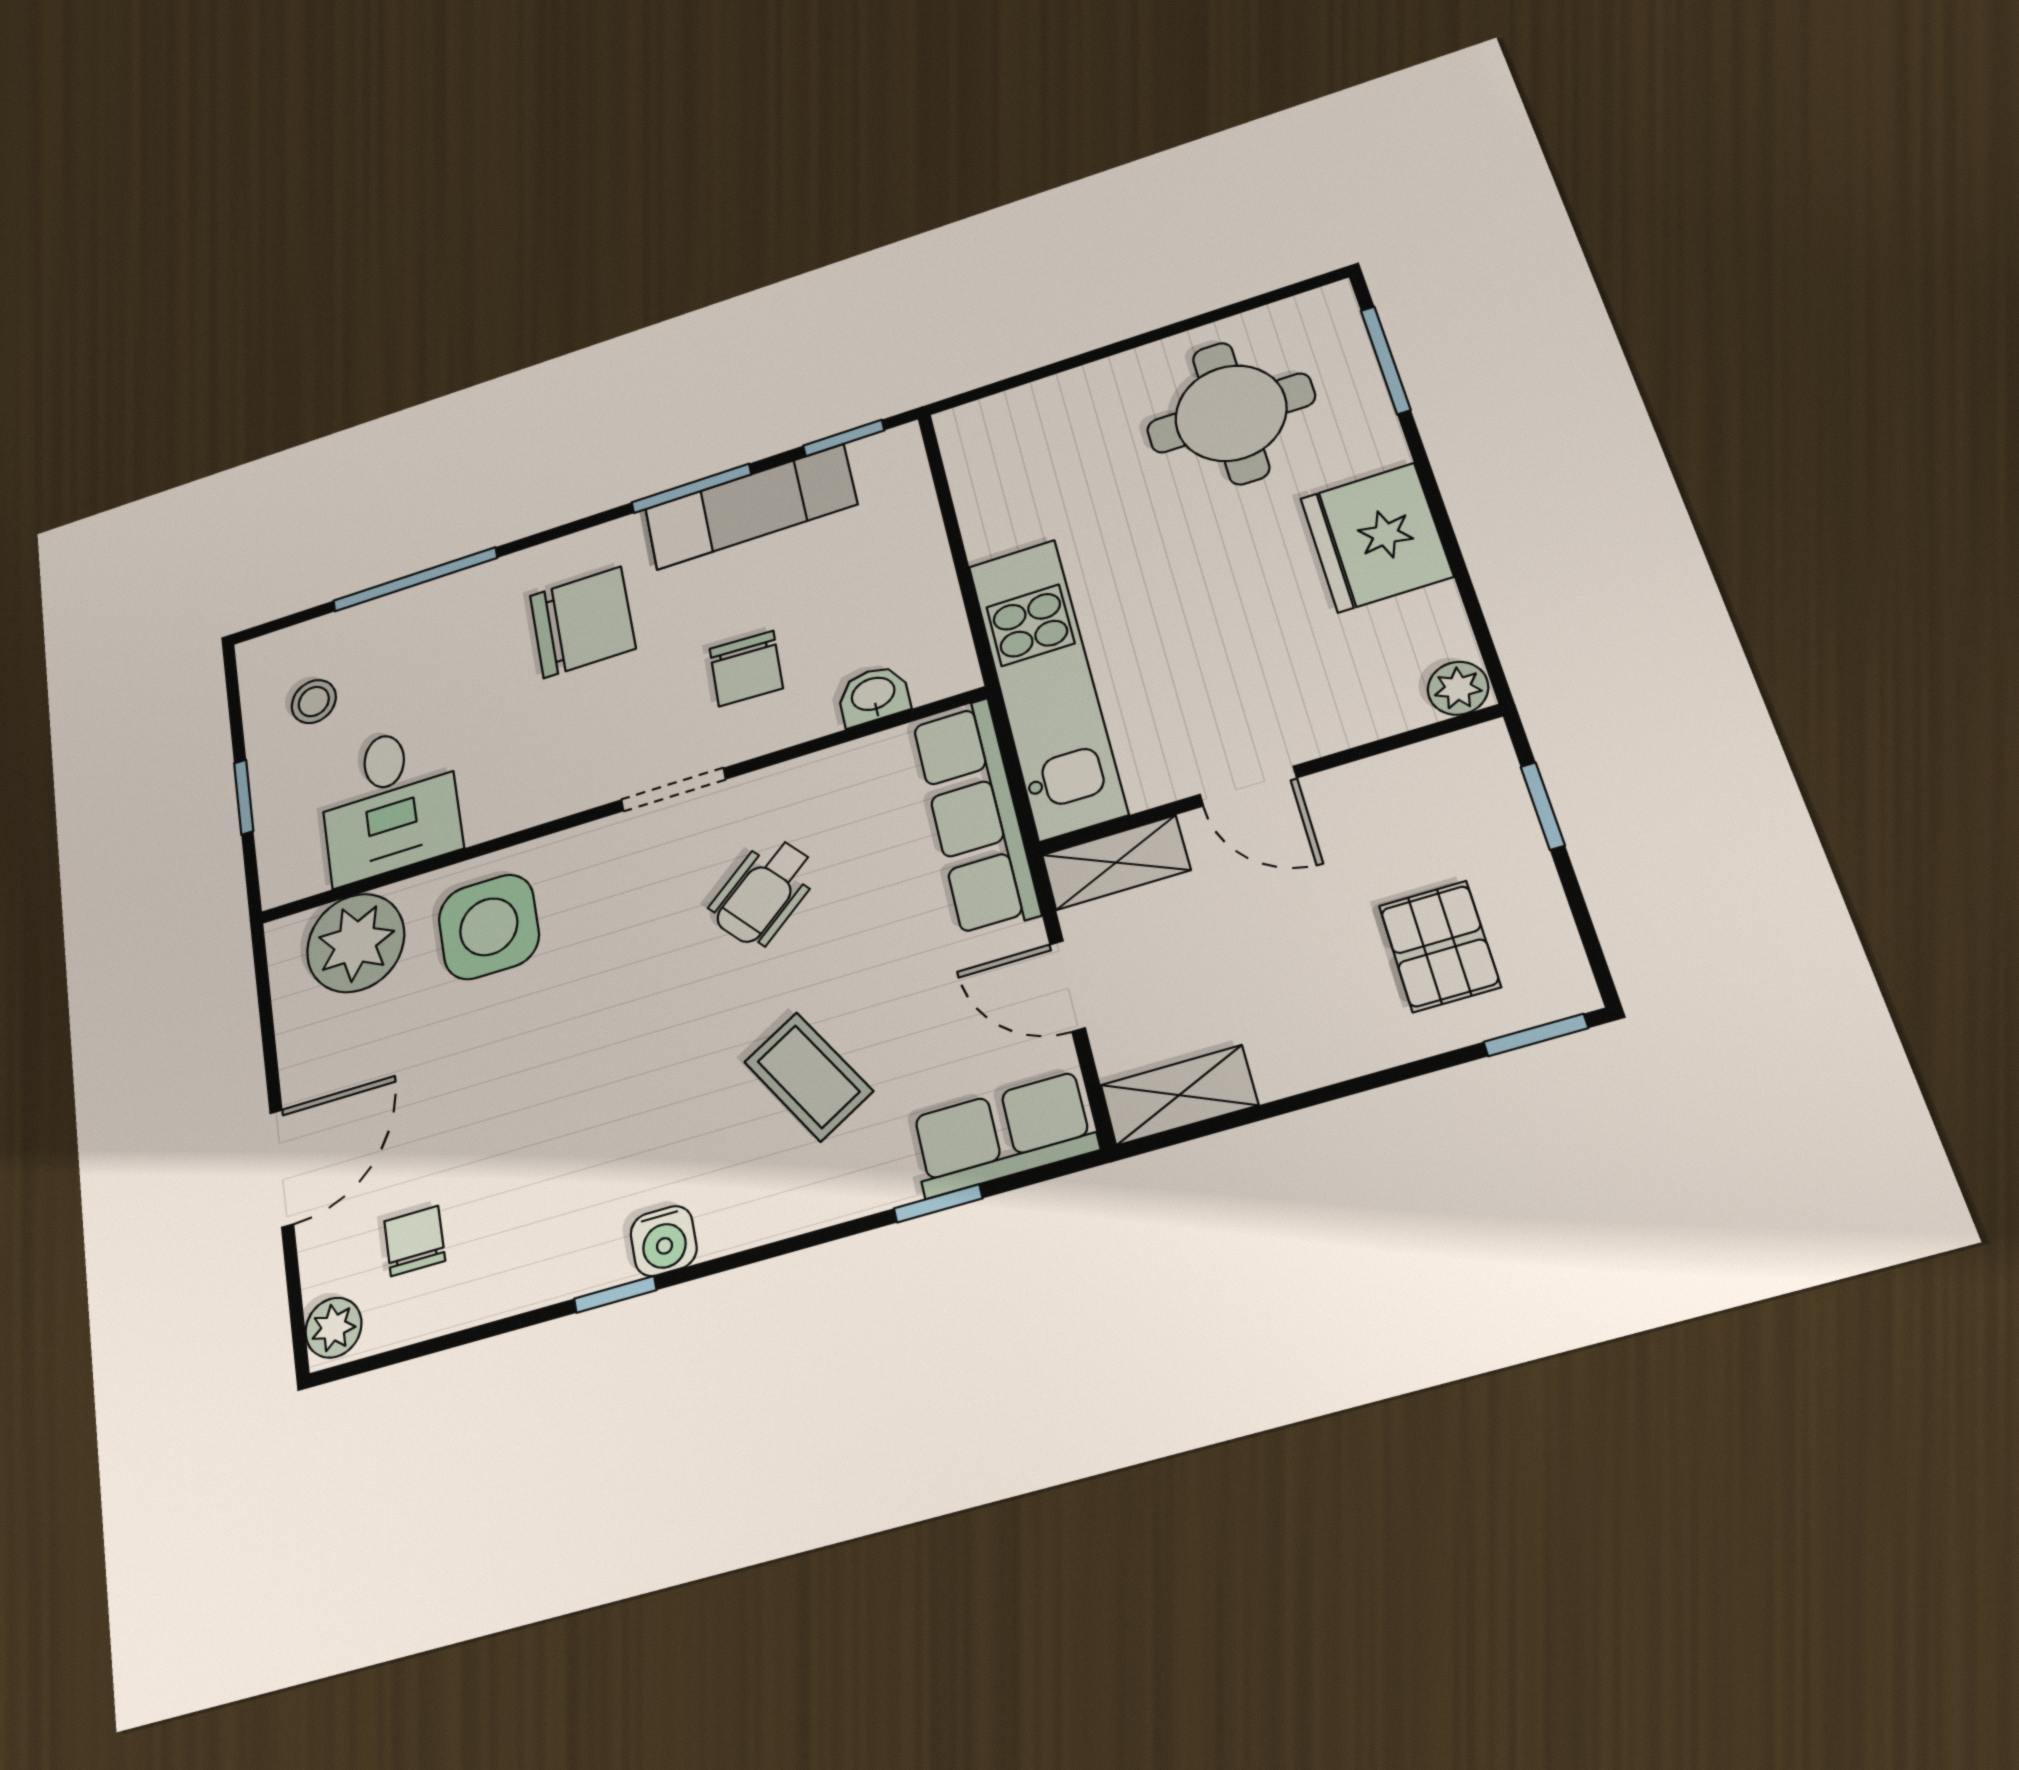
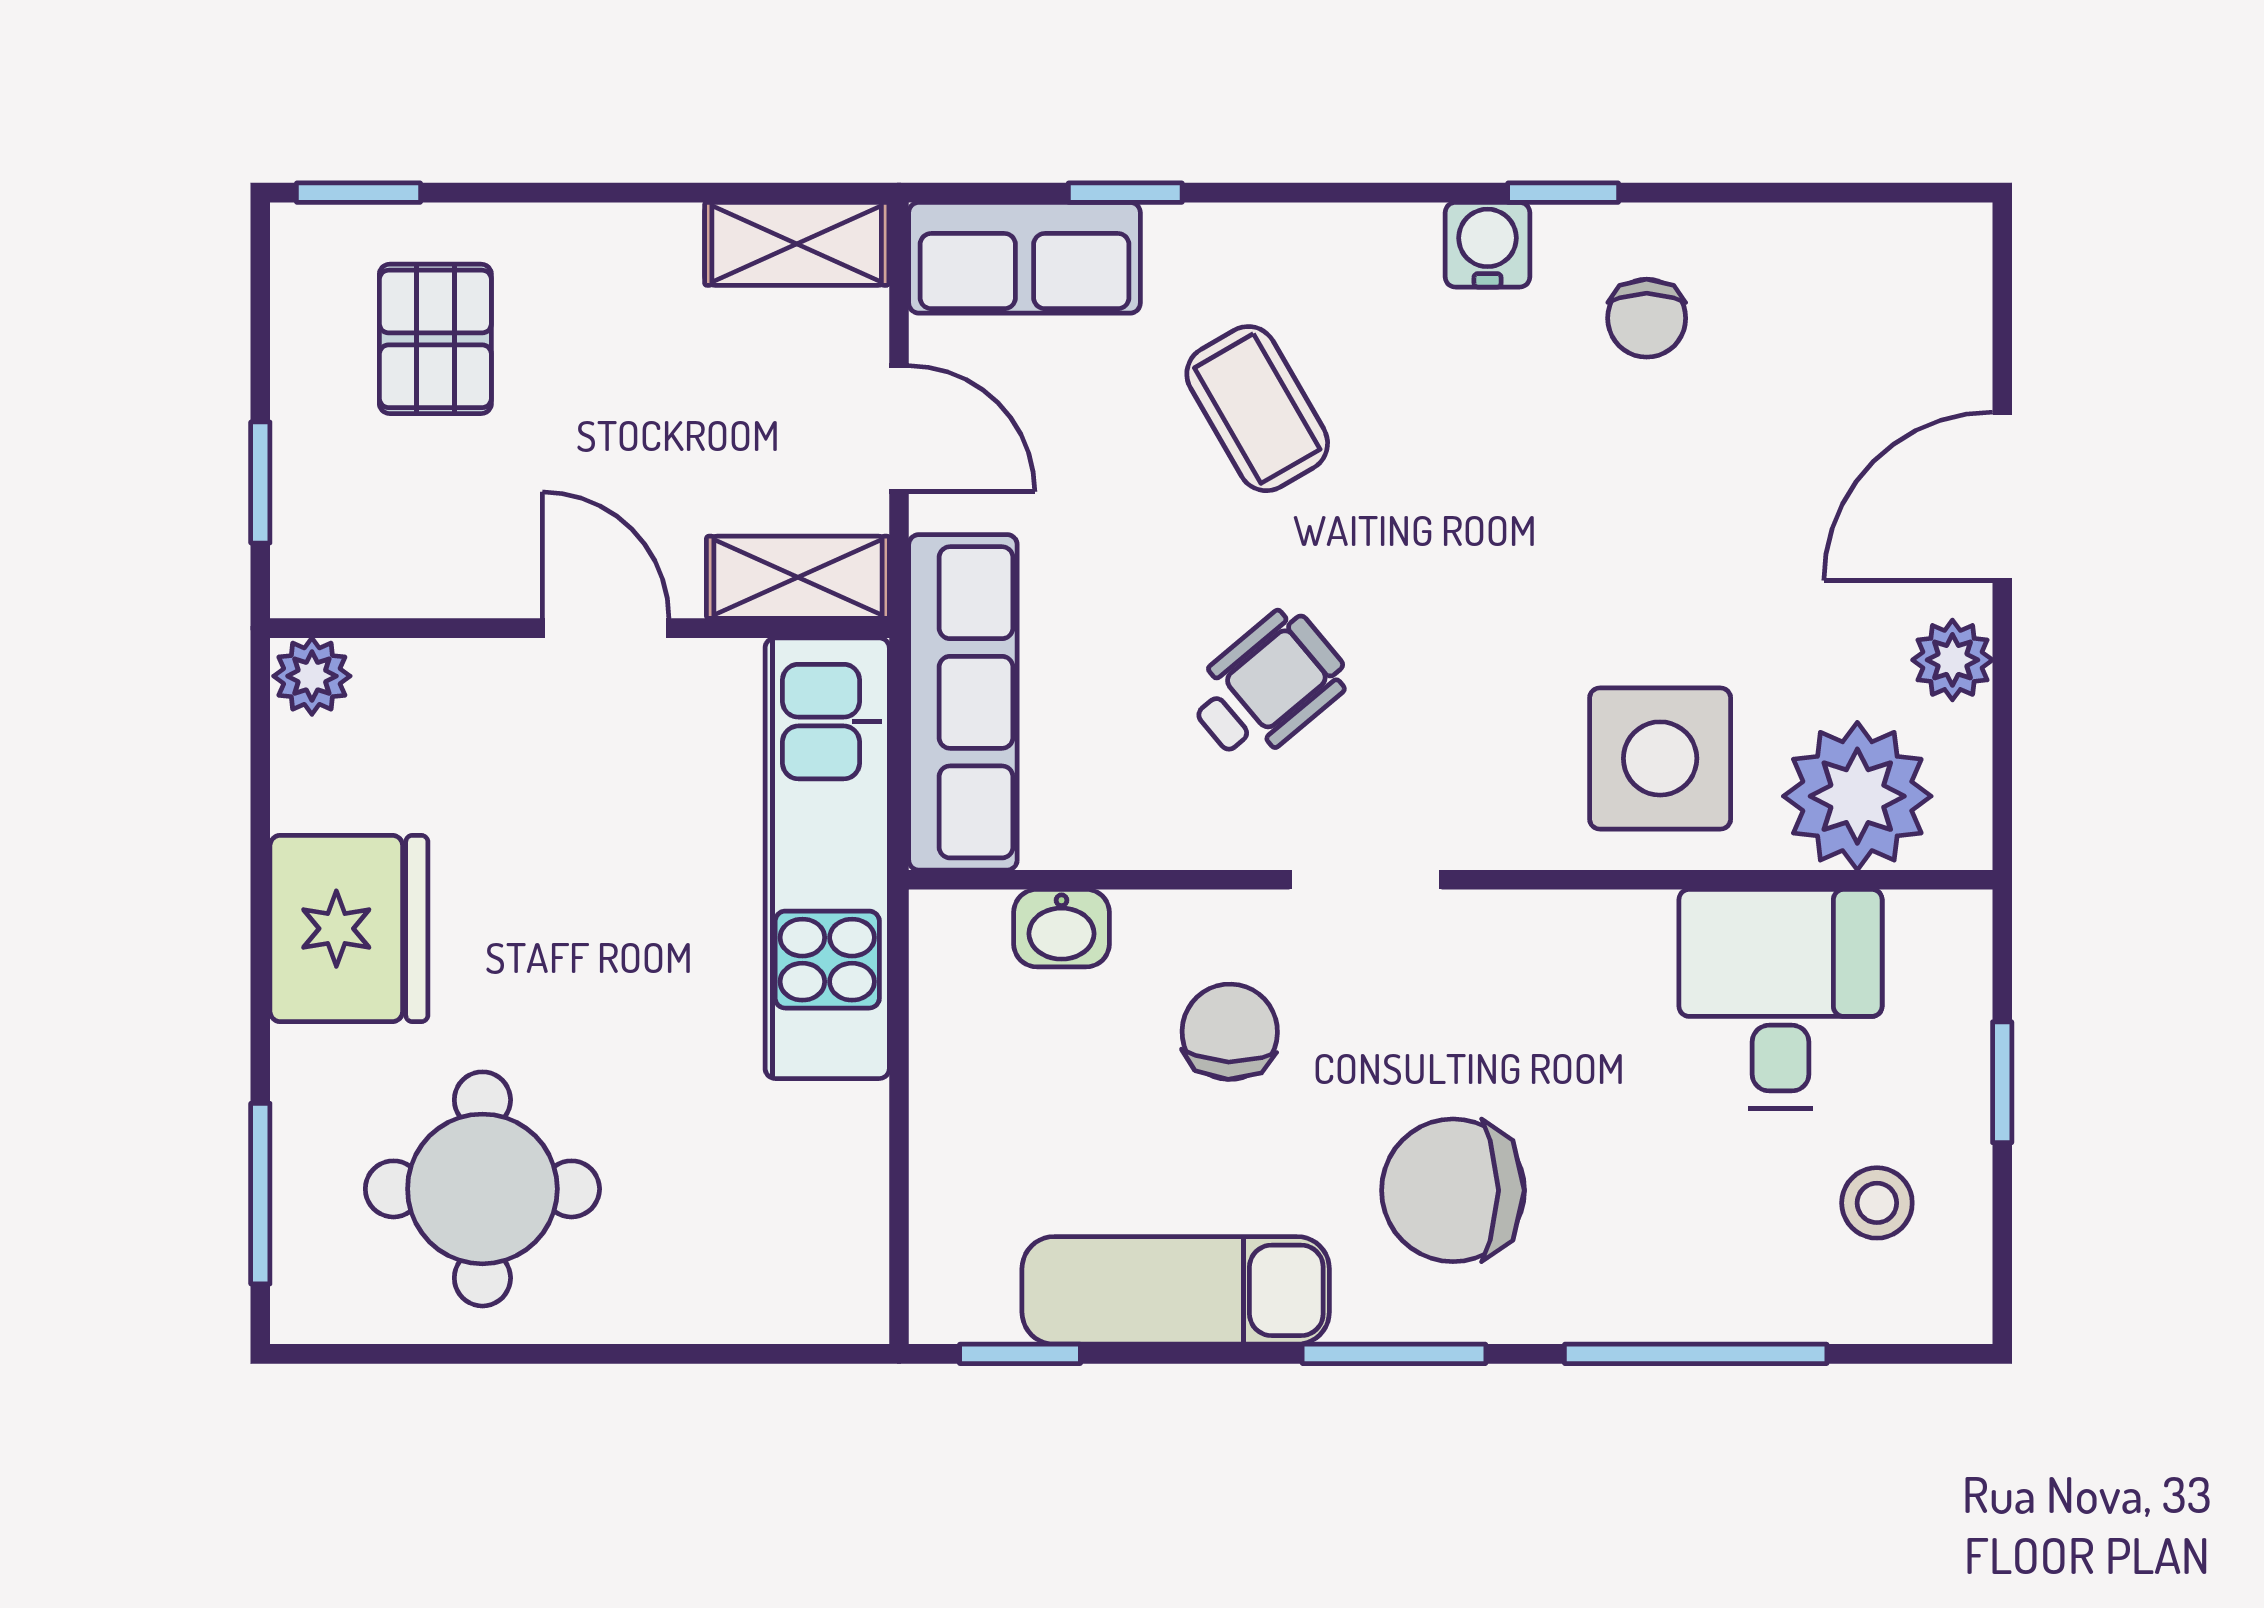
window: (691, 488) -> (1394, 1354), moved
chair: (415, 1241) -> (1647, 318), moved
plant: (333, 1328) -> (1952, 660), moved

